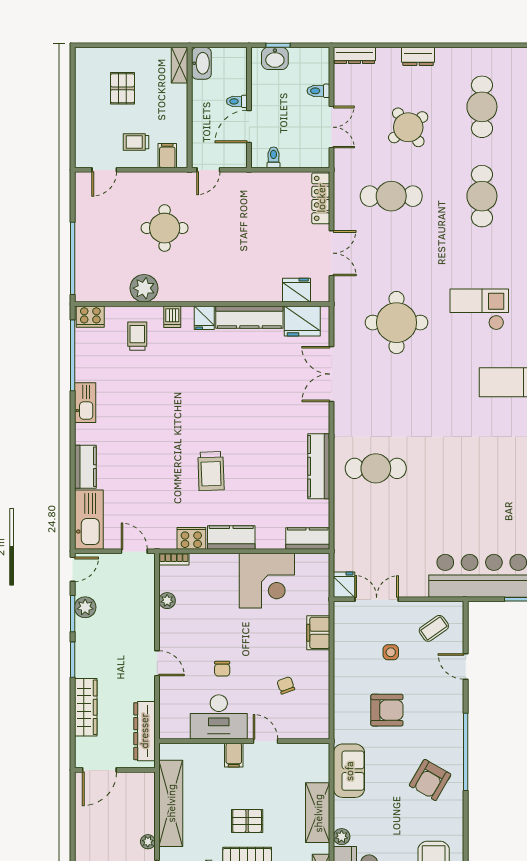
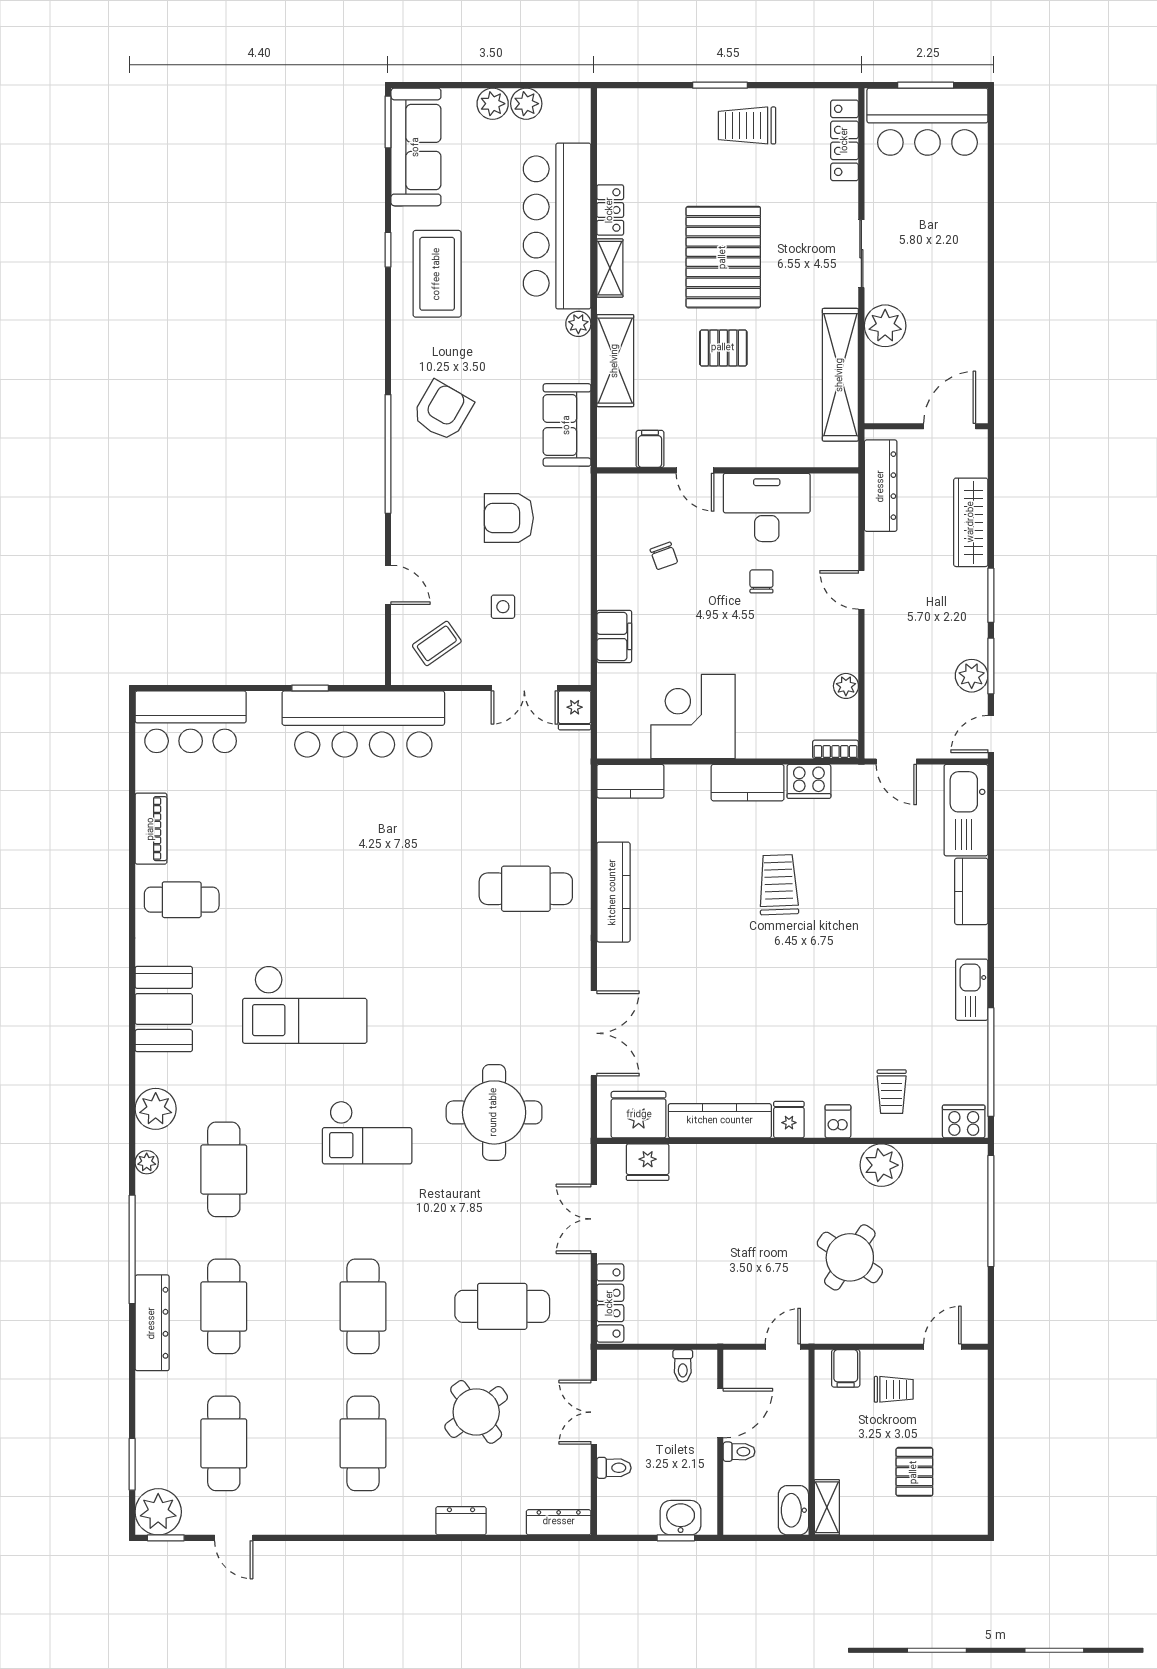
round table: (165, 228) -> (850, 1257), turned 34
filing cabinet: (234, 755) -> (650, 449), moved
plant: (148, 842) -> (885, 326), width x1.88, depth x1.88

